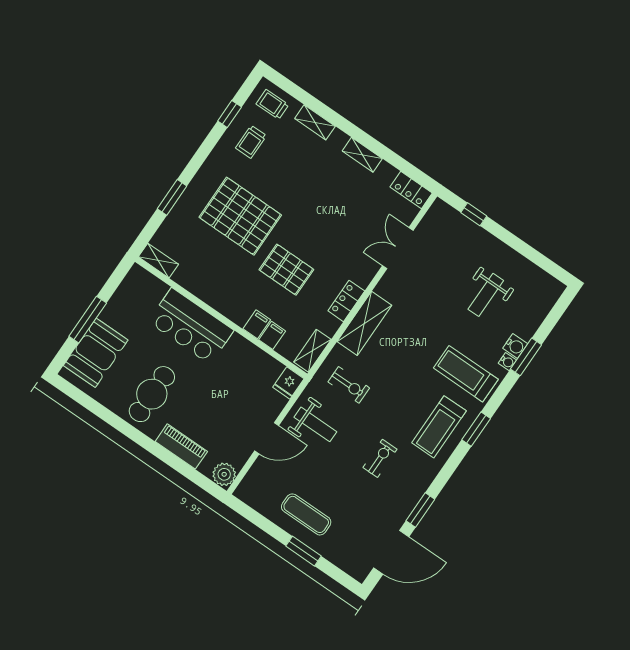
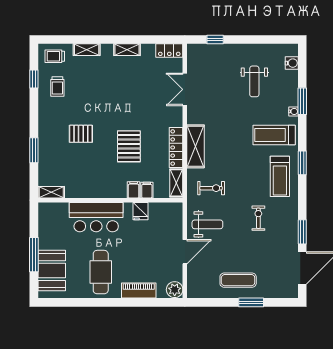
pallet: (240, 216) -> (81, 134), width x0.49, depth x0.50
pallet: (286, 270) -> (129, 146), turned 90
locker: (346, 301) -> (176, 148), width x1.53
water cooler: (515, 346) -> (292, 63), moved
fridge: (288, 383) -> (141, 211), moved

